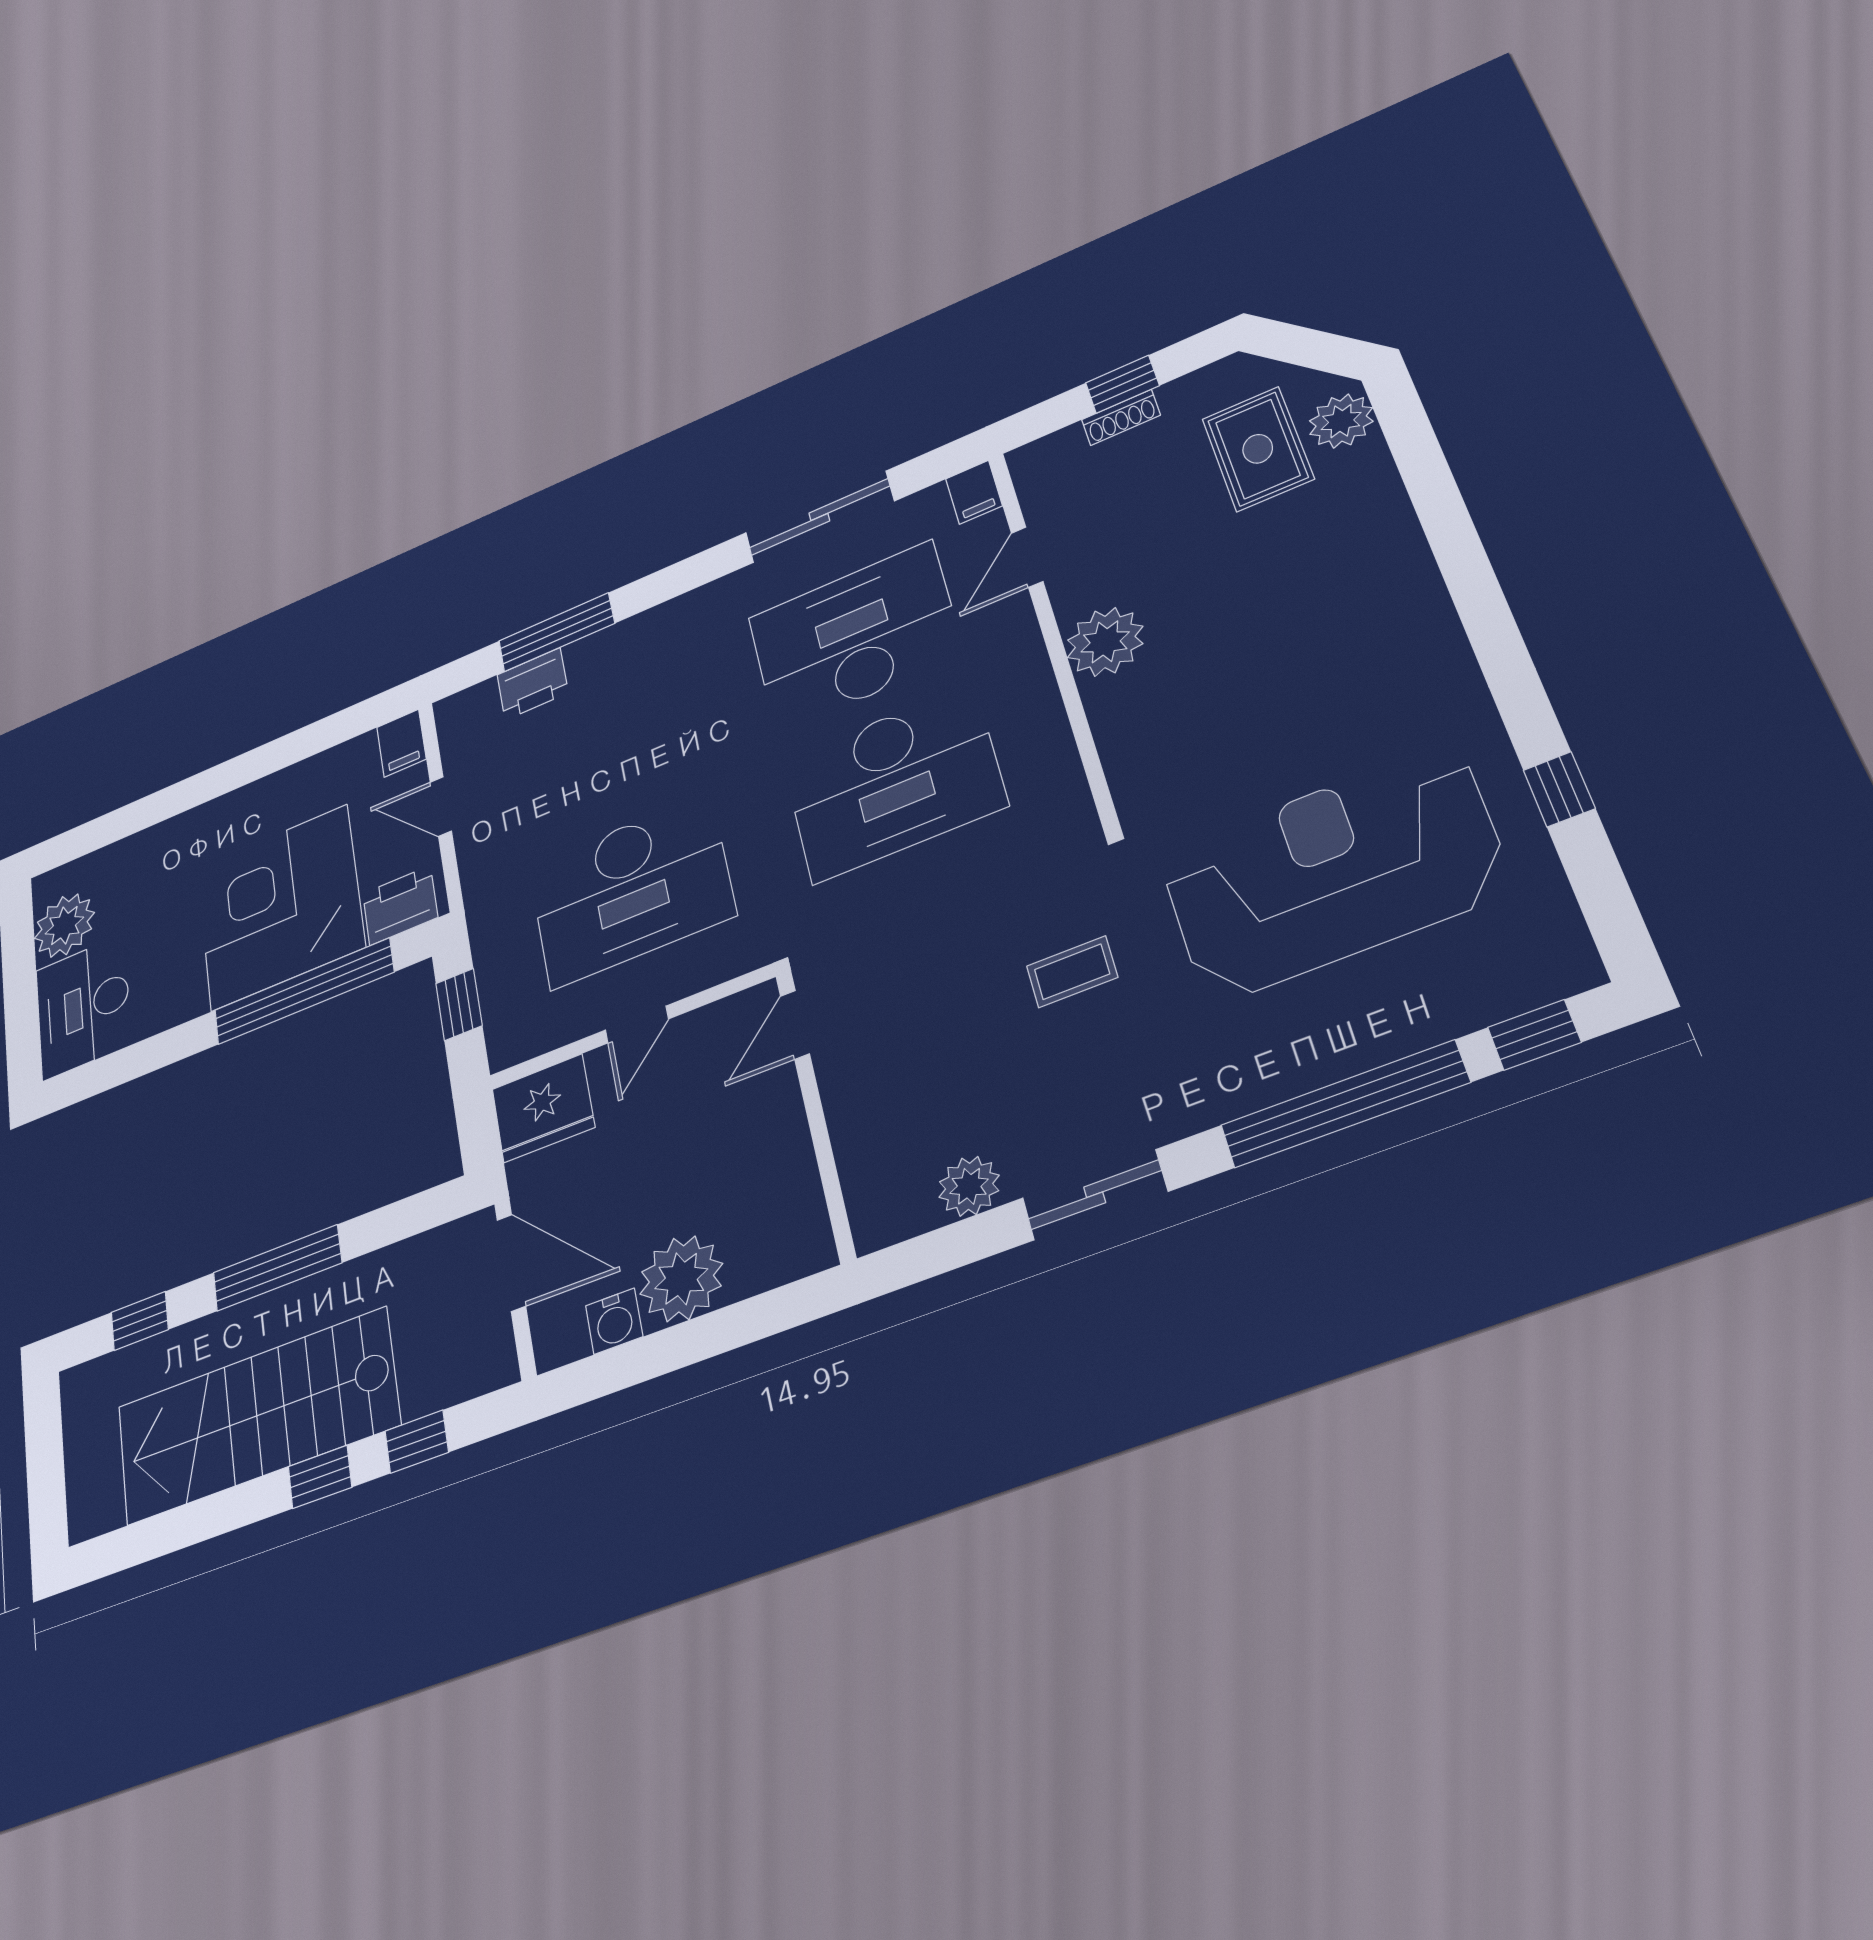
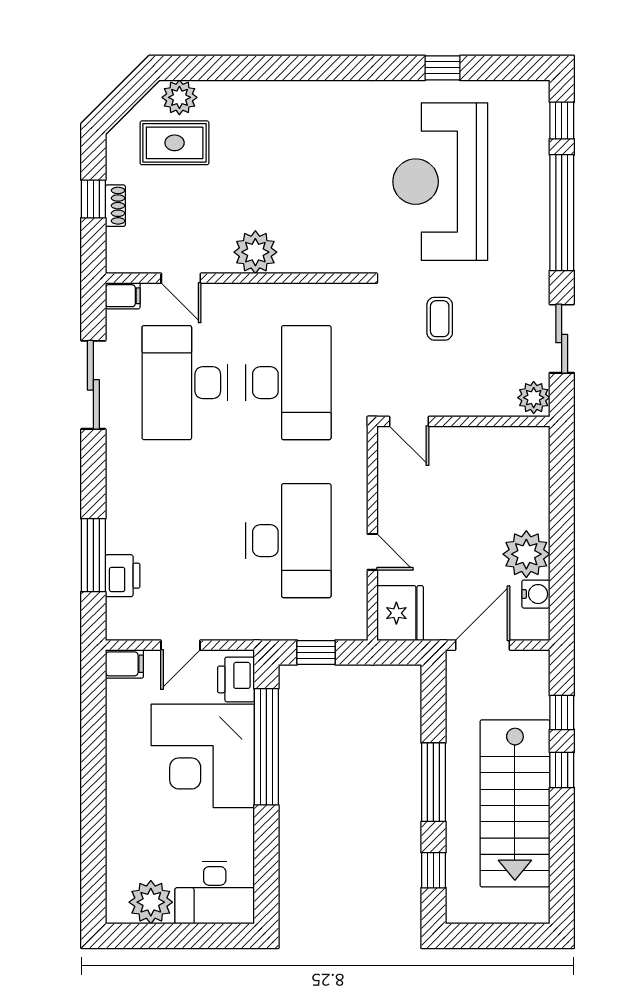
door: (795, 1025) -> (409, 421), moved
wall: (815, 1113) -> (463, 421), moved

